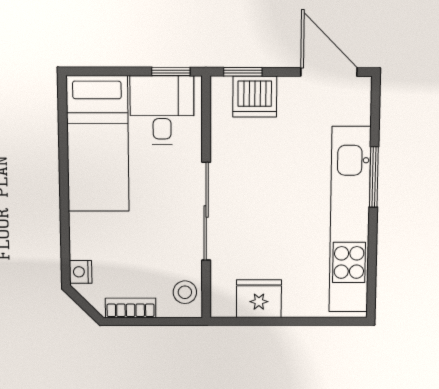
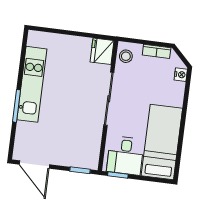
dishwasher: (255, 97) -> (75, 157), removed
kitchen unit: (350, 220) -> (32, 84), width x0.73
fridge: (259, 299) -> (102, 51), moved, turned 90

